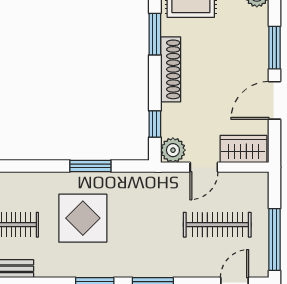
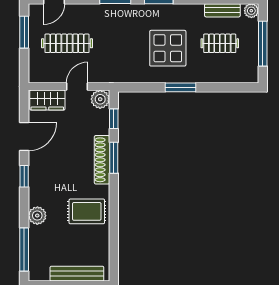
window: (155, 34) -> (114, 158), moved
window: (275, 48) -> (24, 176), width x0.67
window: (90, 166) -> (181, 87), moved
window: (275, 239) -> (24, 32), width x0.69

